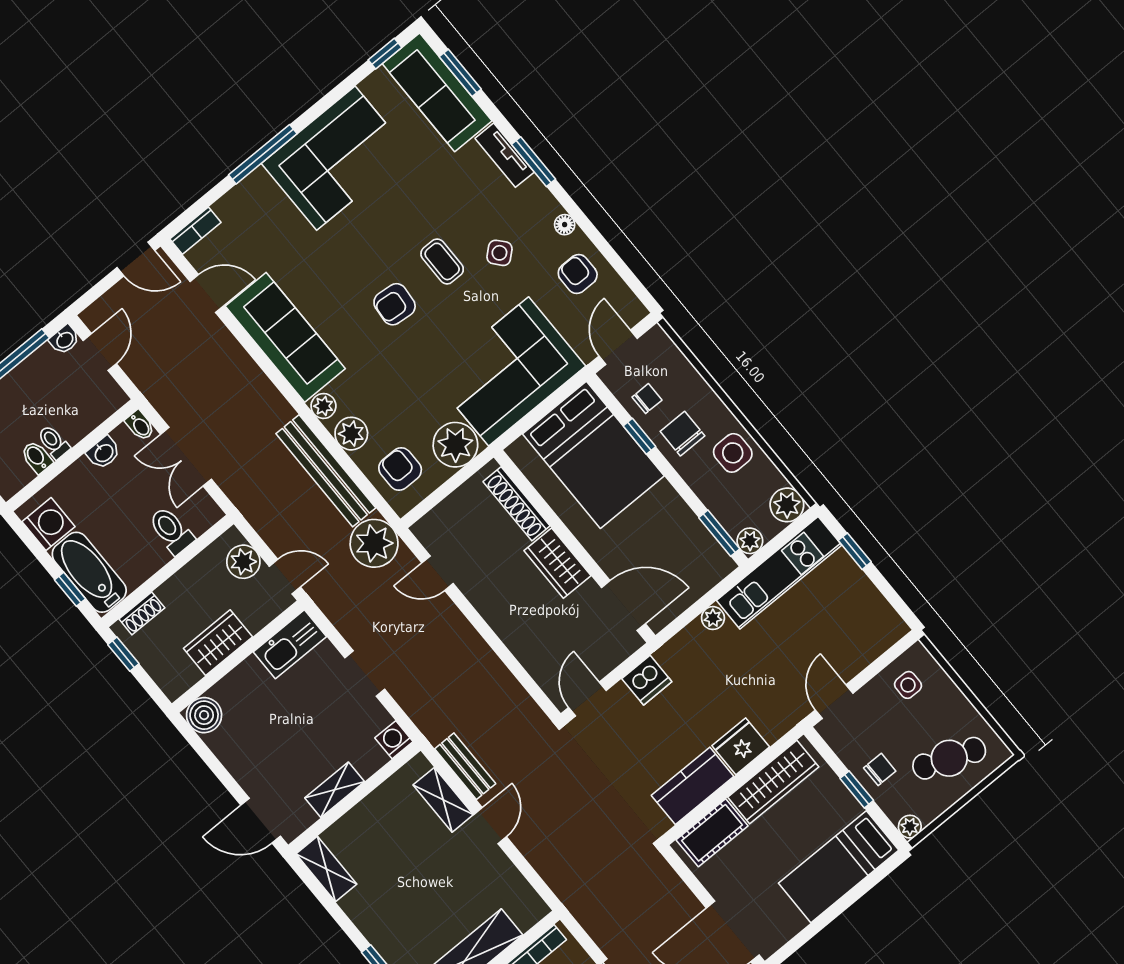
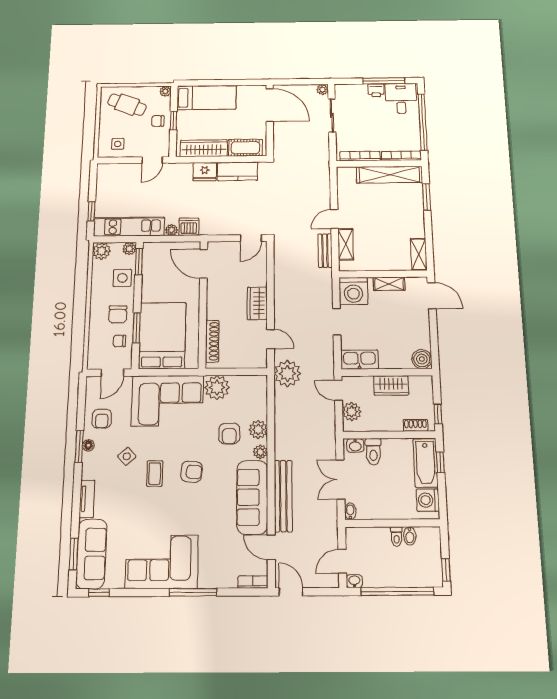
window: (534, 162) -> (79, 446), moved
window: (639, 436) -> (136, 328), width x1.50
washbasin: (104, 453) -> (355, 445), moved, turned 180
side table: (733, 453) -> (122, 278), moved
double door: (186, 457) -> (340, 480), swing flipped
armchair: (400, 469) -> (229, 434), moved
bench: (326, 471) -> (283, 496), moved
wardrobe: (557, 563) -> (257, 303), moved, turned 180
dishwasher: (647, 680) -> (189, 227), moved
washing machine: (394, 740) -> (353, 291), width x1.89, depth x1.89

